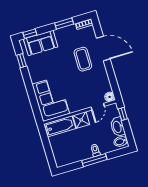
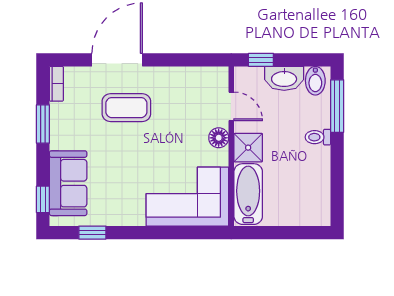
floor lamp: (110, 97) -> (219, 138), moved
window: (94, 160) -> (337, 106), moved

